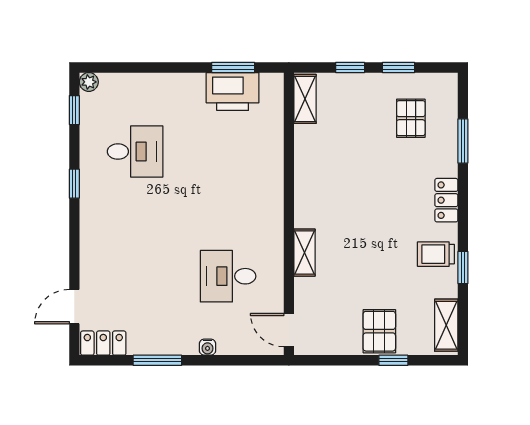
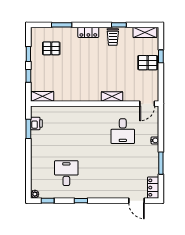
printer: (233, 91) -> (36, 123), width x0.53, depth x0.68

